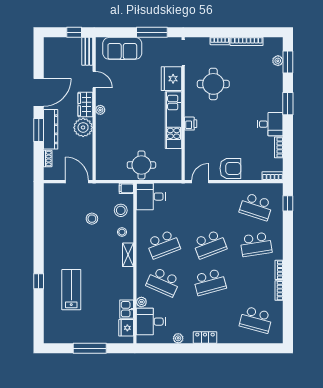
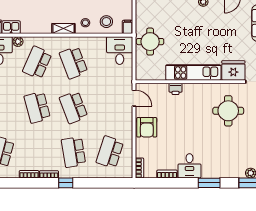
printer: (191, 124) -> (176, 89), moved
window: (288, 203) -> (66, 183), moved

